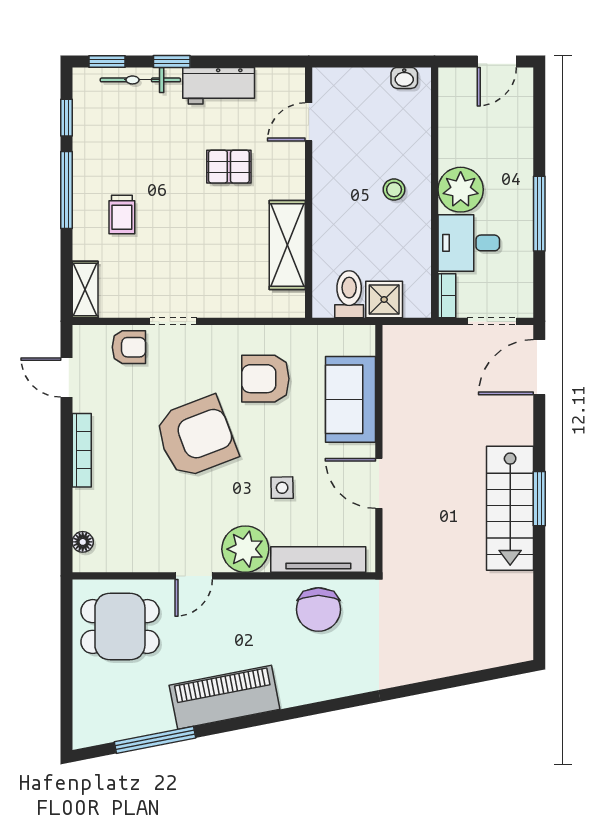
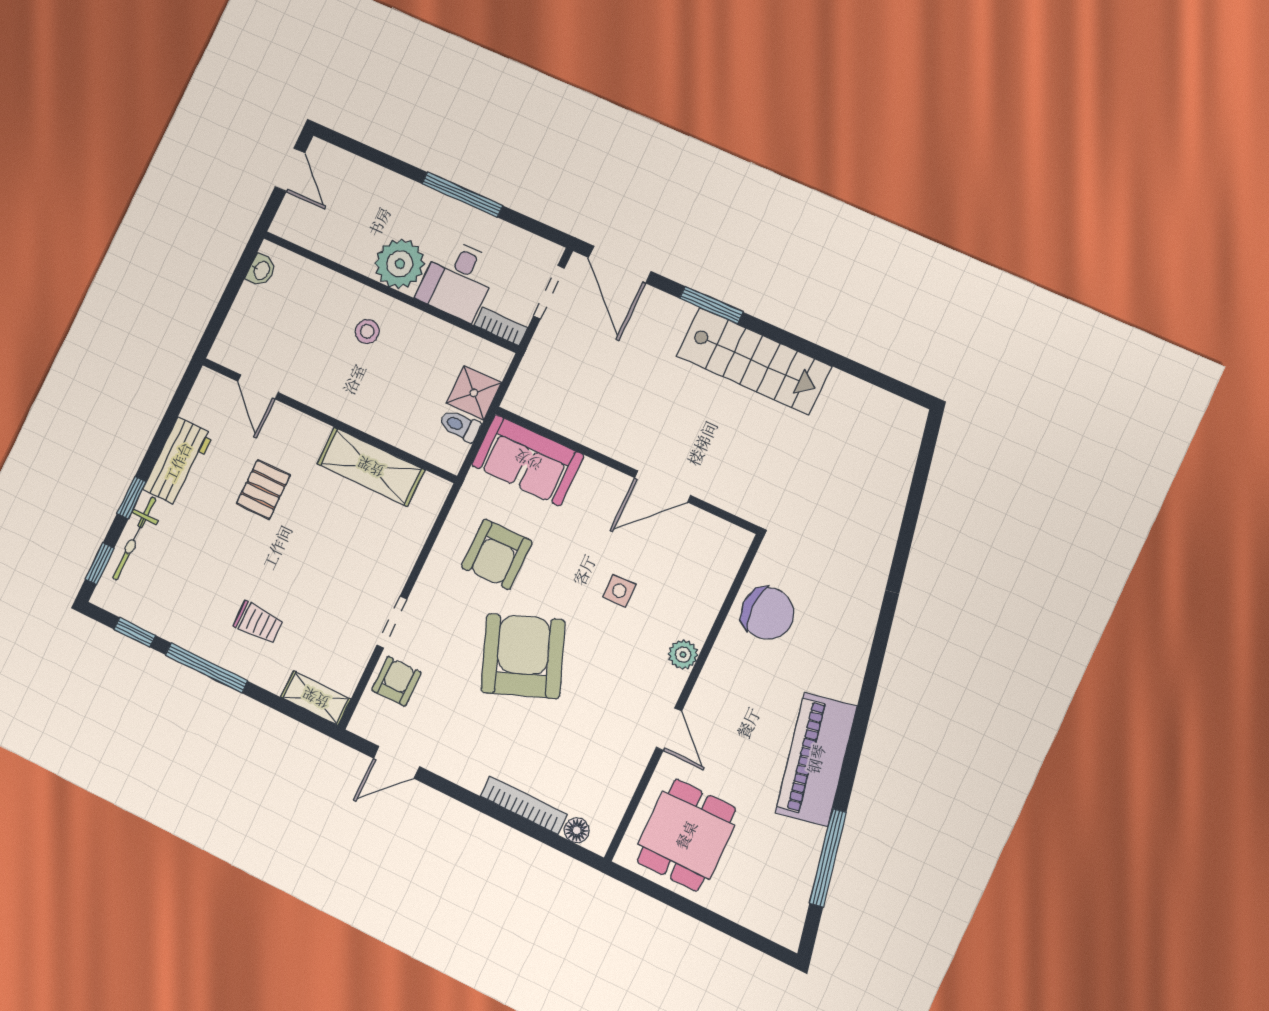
toilet: (349, 294) -> (460, 426), width x0.73, depth x0.72
sofa: (351, 399) -> (528, 460), moved
bookcase: (82, 450) -> (524, 805), moved
window: (539, 499) -> (711, 305), moved
plant: (245, 549) -> (683, 654), width x0.53, depth x0.53
tv unit: (318, 560) -> (714, 588), removed

